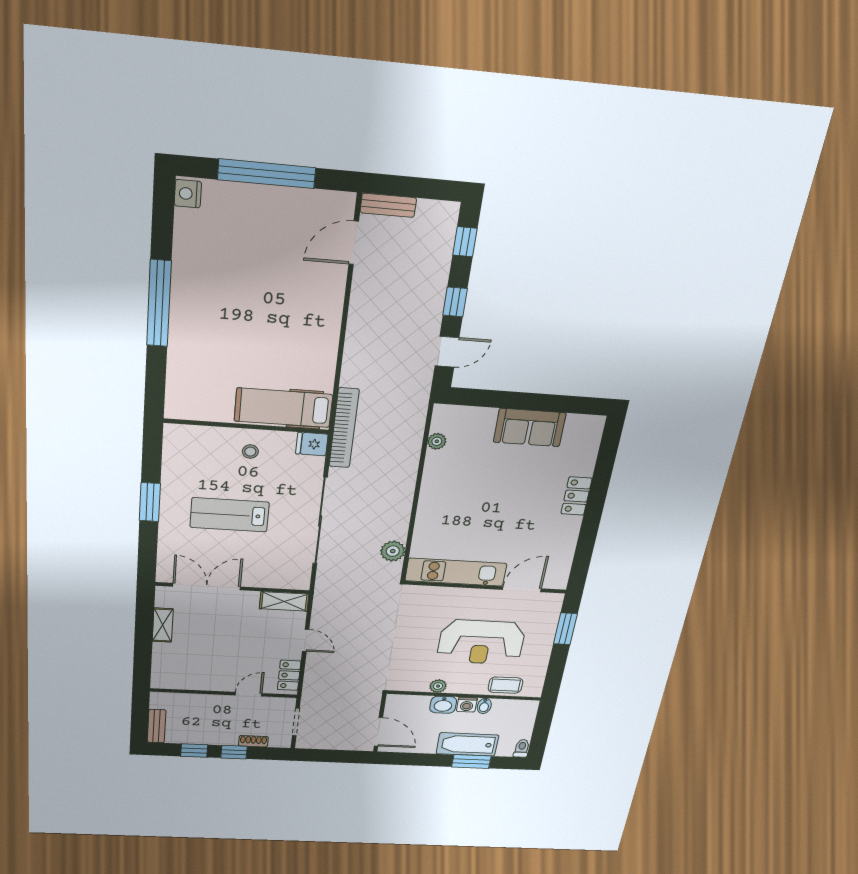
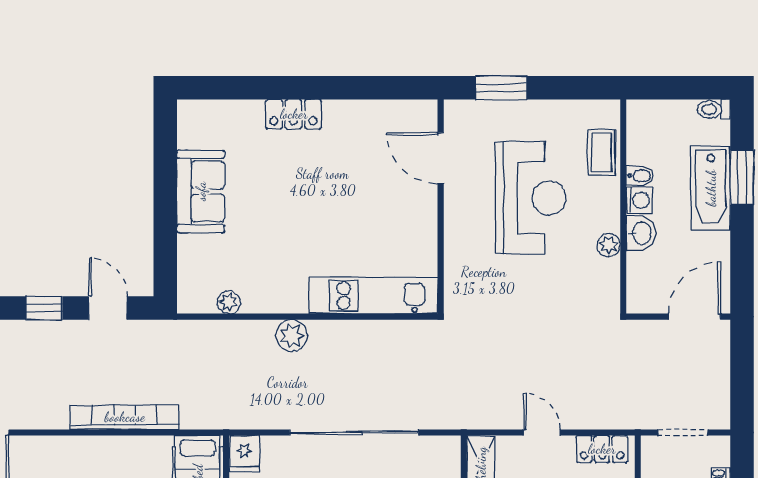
bookcase: (344, 428) -> (125, 417), moved
plant: (393, 551) -> (292, 335), moved
kitchen unit: (456, 572) -> (373, 296), moved, turned 90
door: (306, 640) -> (542, 433), hinge flipped

